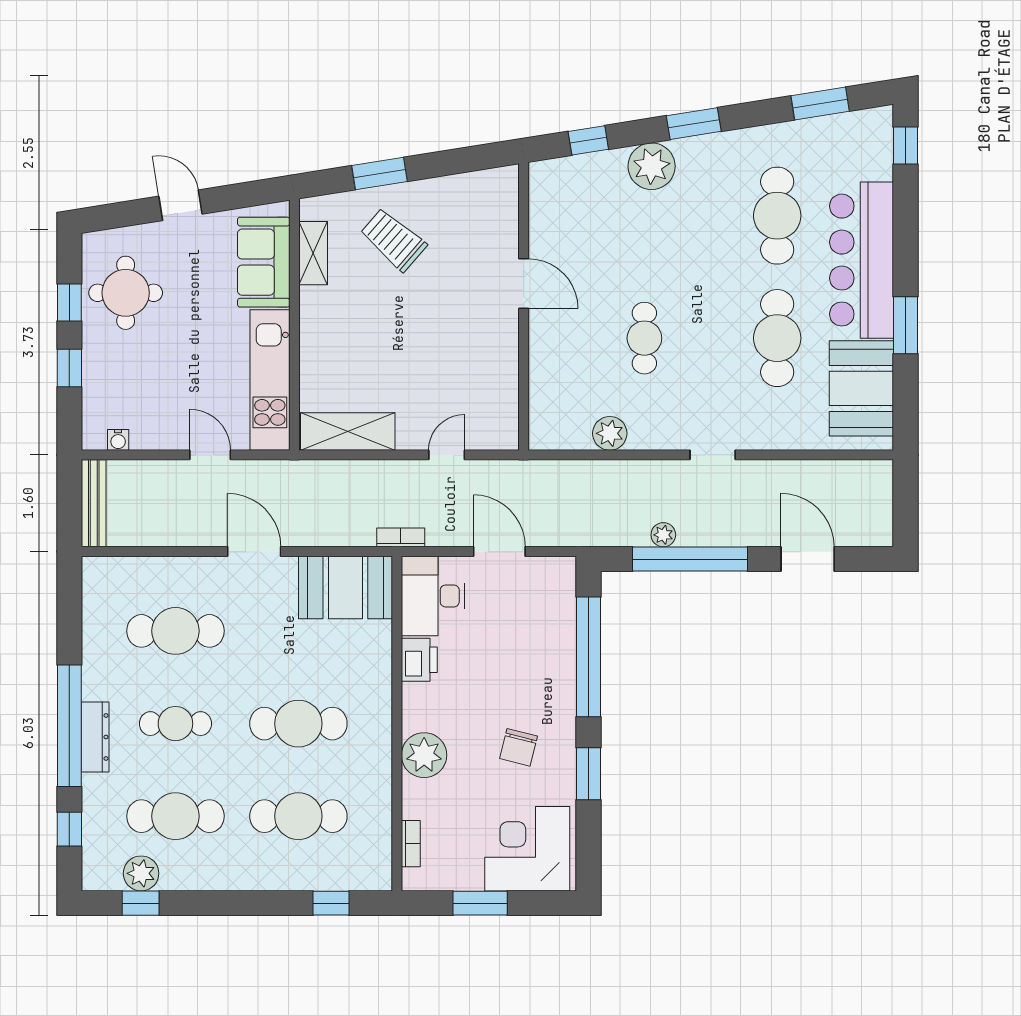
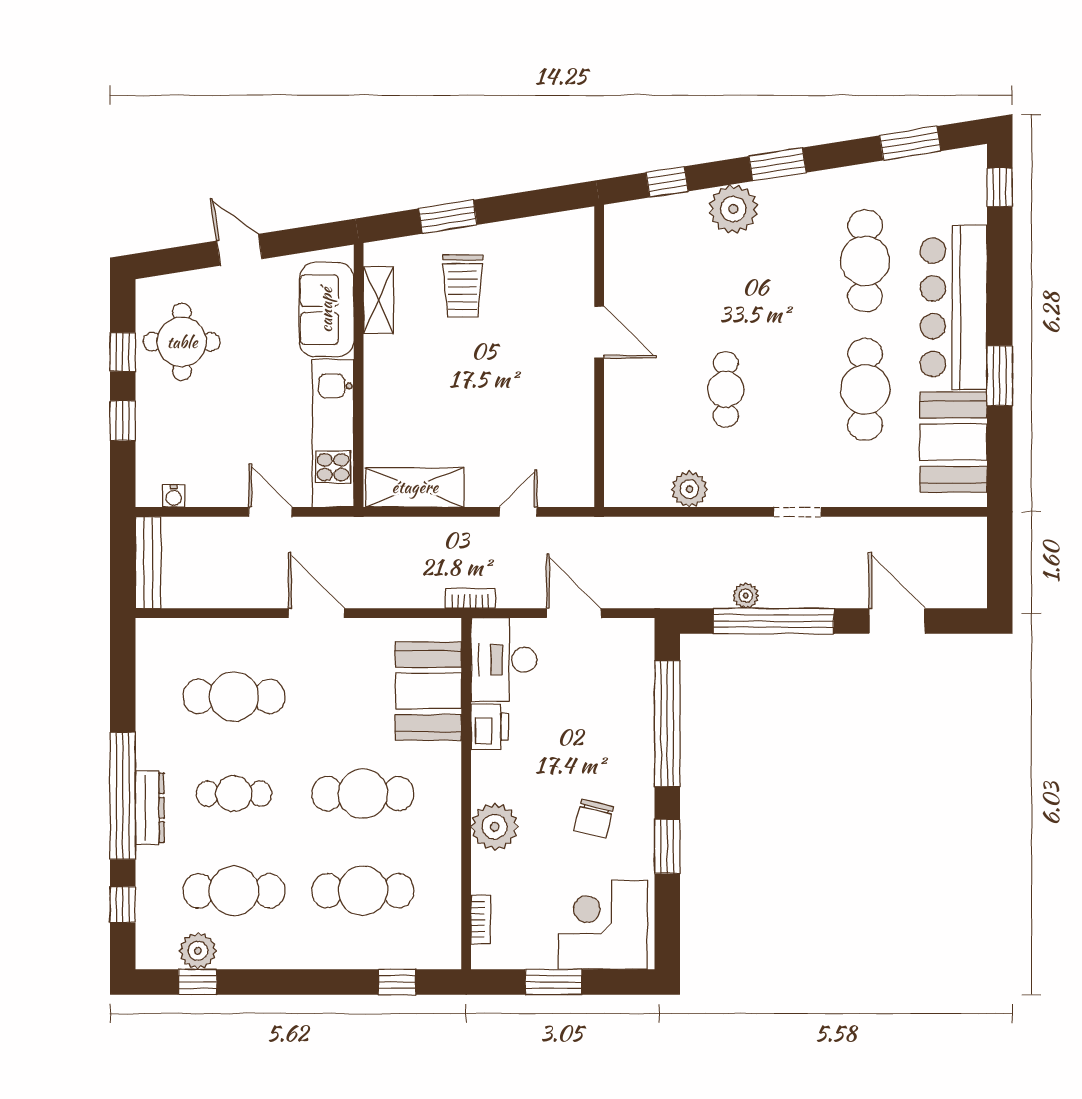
trolley: (393, 240) -> (463, 286), turned -131
booth: (345, 588) -> (428, 691), moved, turned 90

